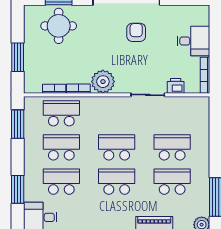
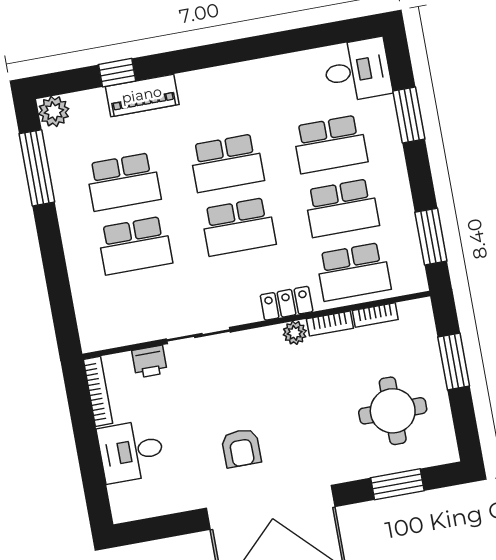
round table: (59, 26) -> (393, 411), moved
plant: (103, 82) -> (295, 333), width x0.53, depth x0.53
locker: (99, 103) -> (287, 303), added

